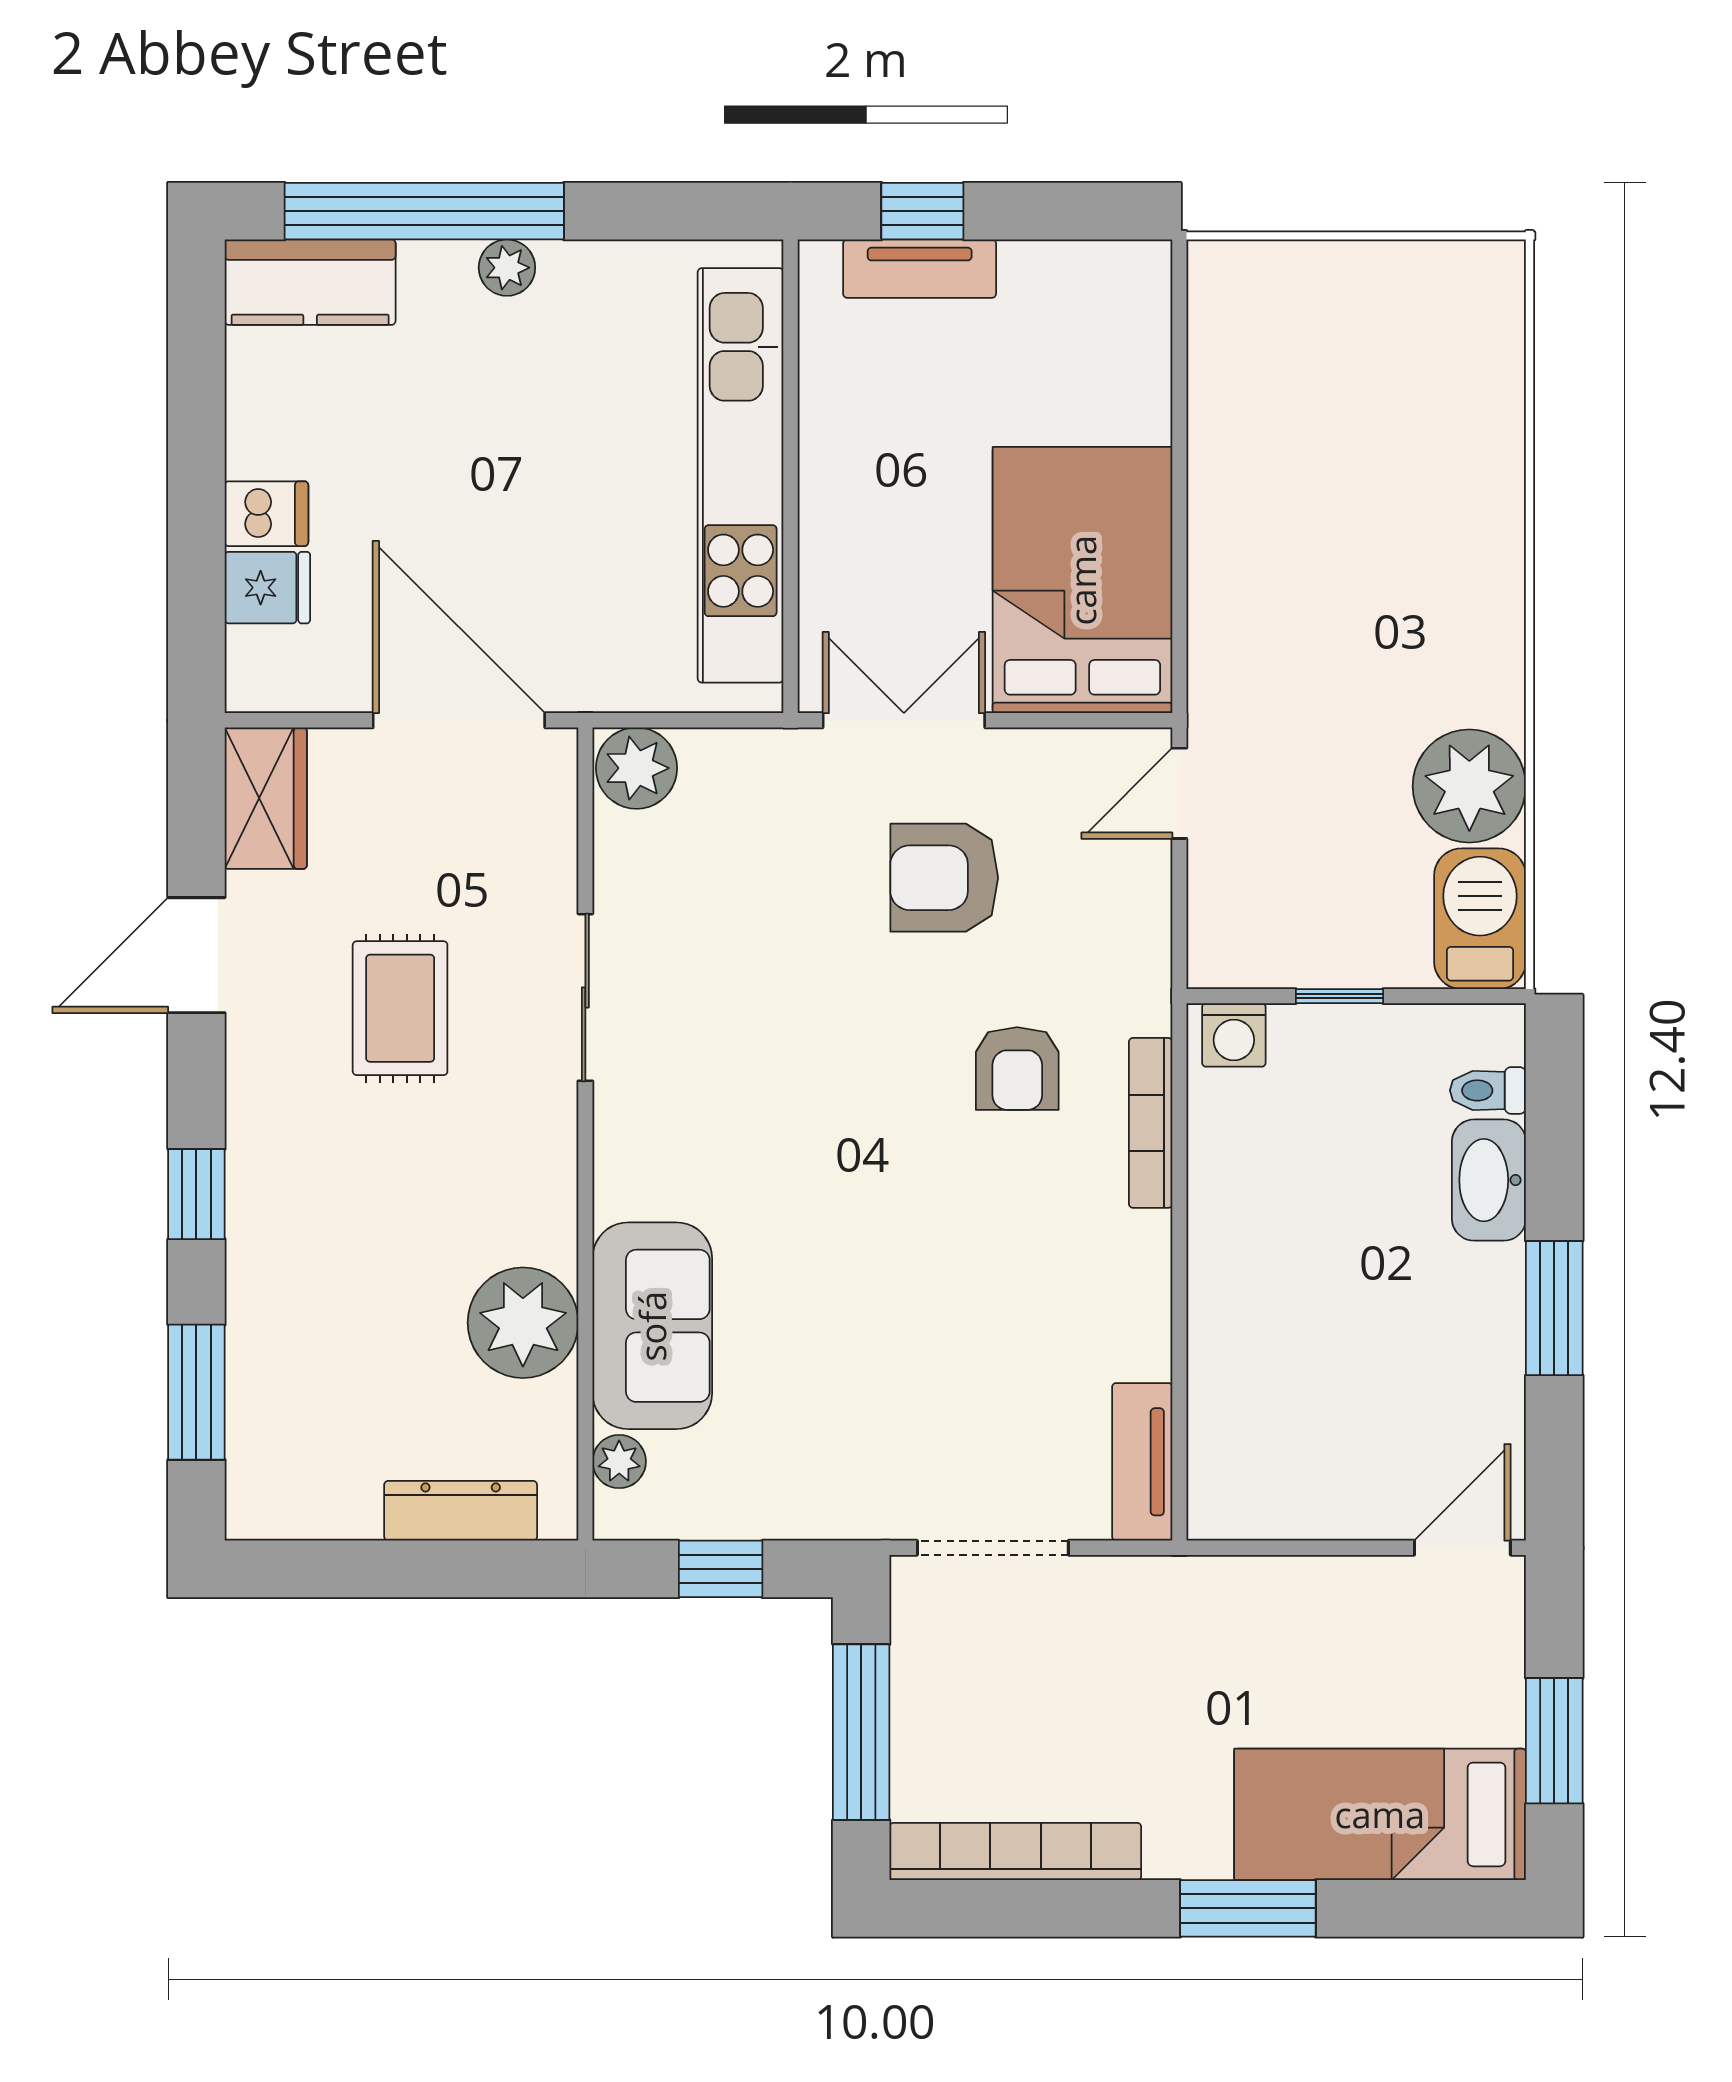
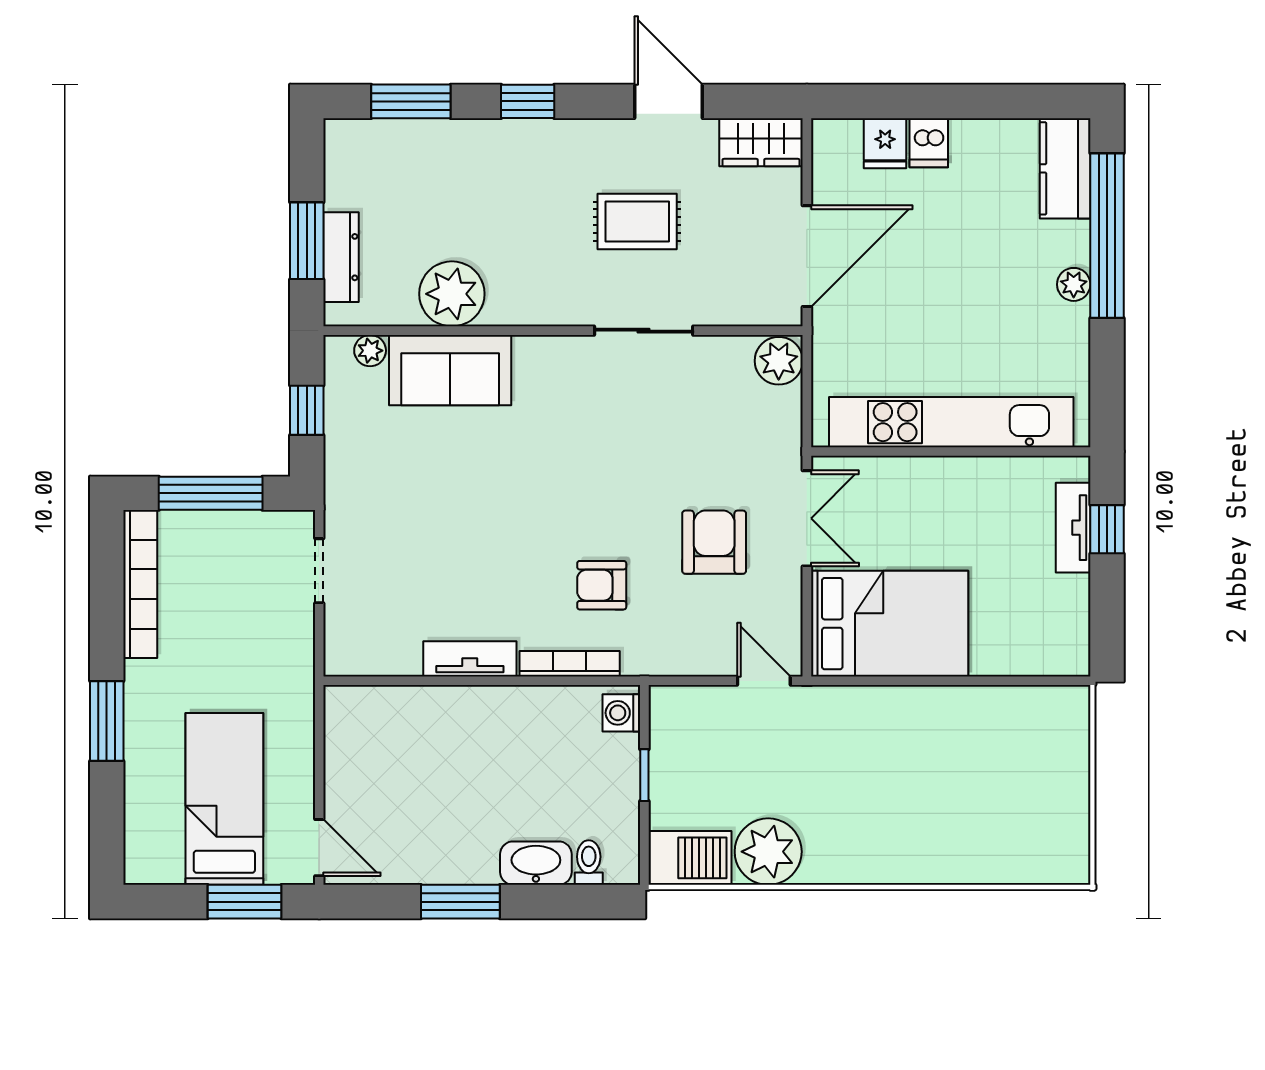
tv unit: (1142, 1462) -> (470, 659), moved
doorway: (993, 1548) -> (319, 571), width x0.73
window: (433, 1569) -> (307, 241), added
window: (1554, 1741) -> (244, 902), moved
bed: (1380, 1814) -> (224, 799), moved

